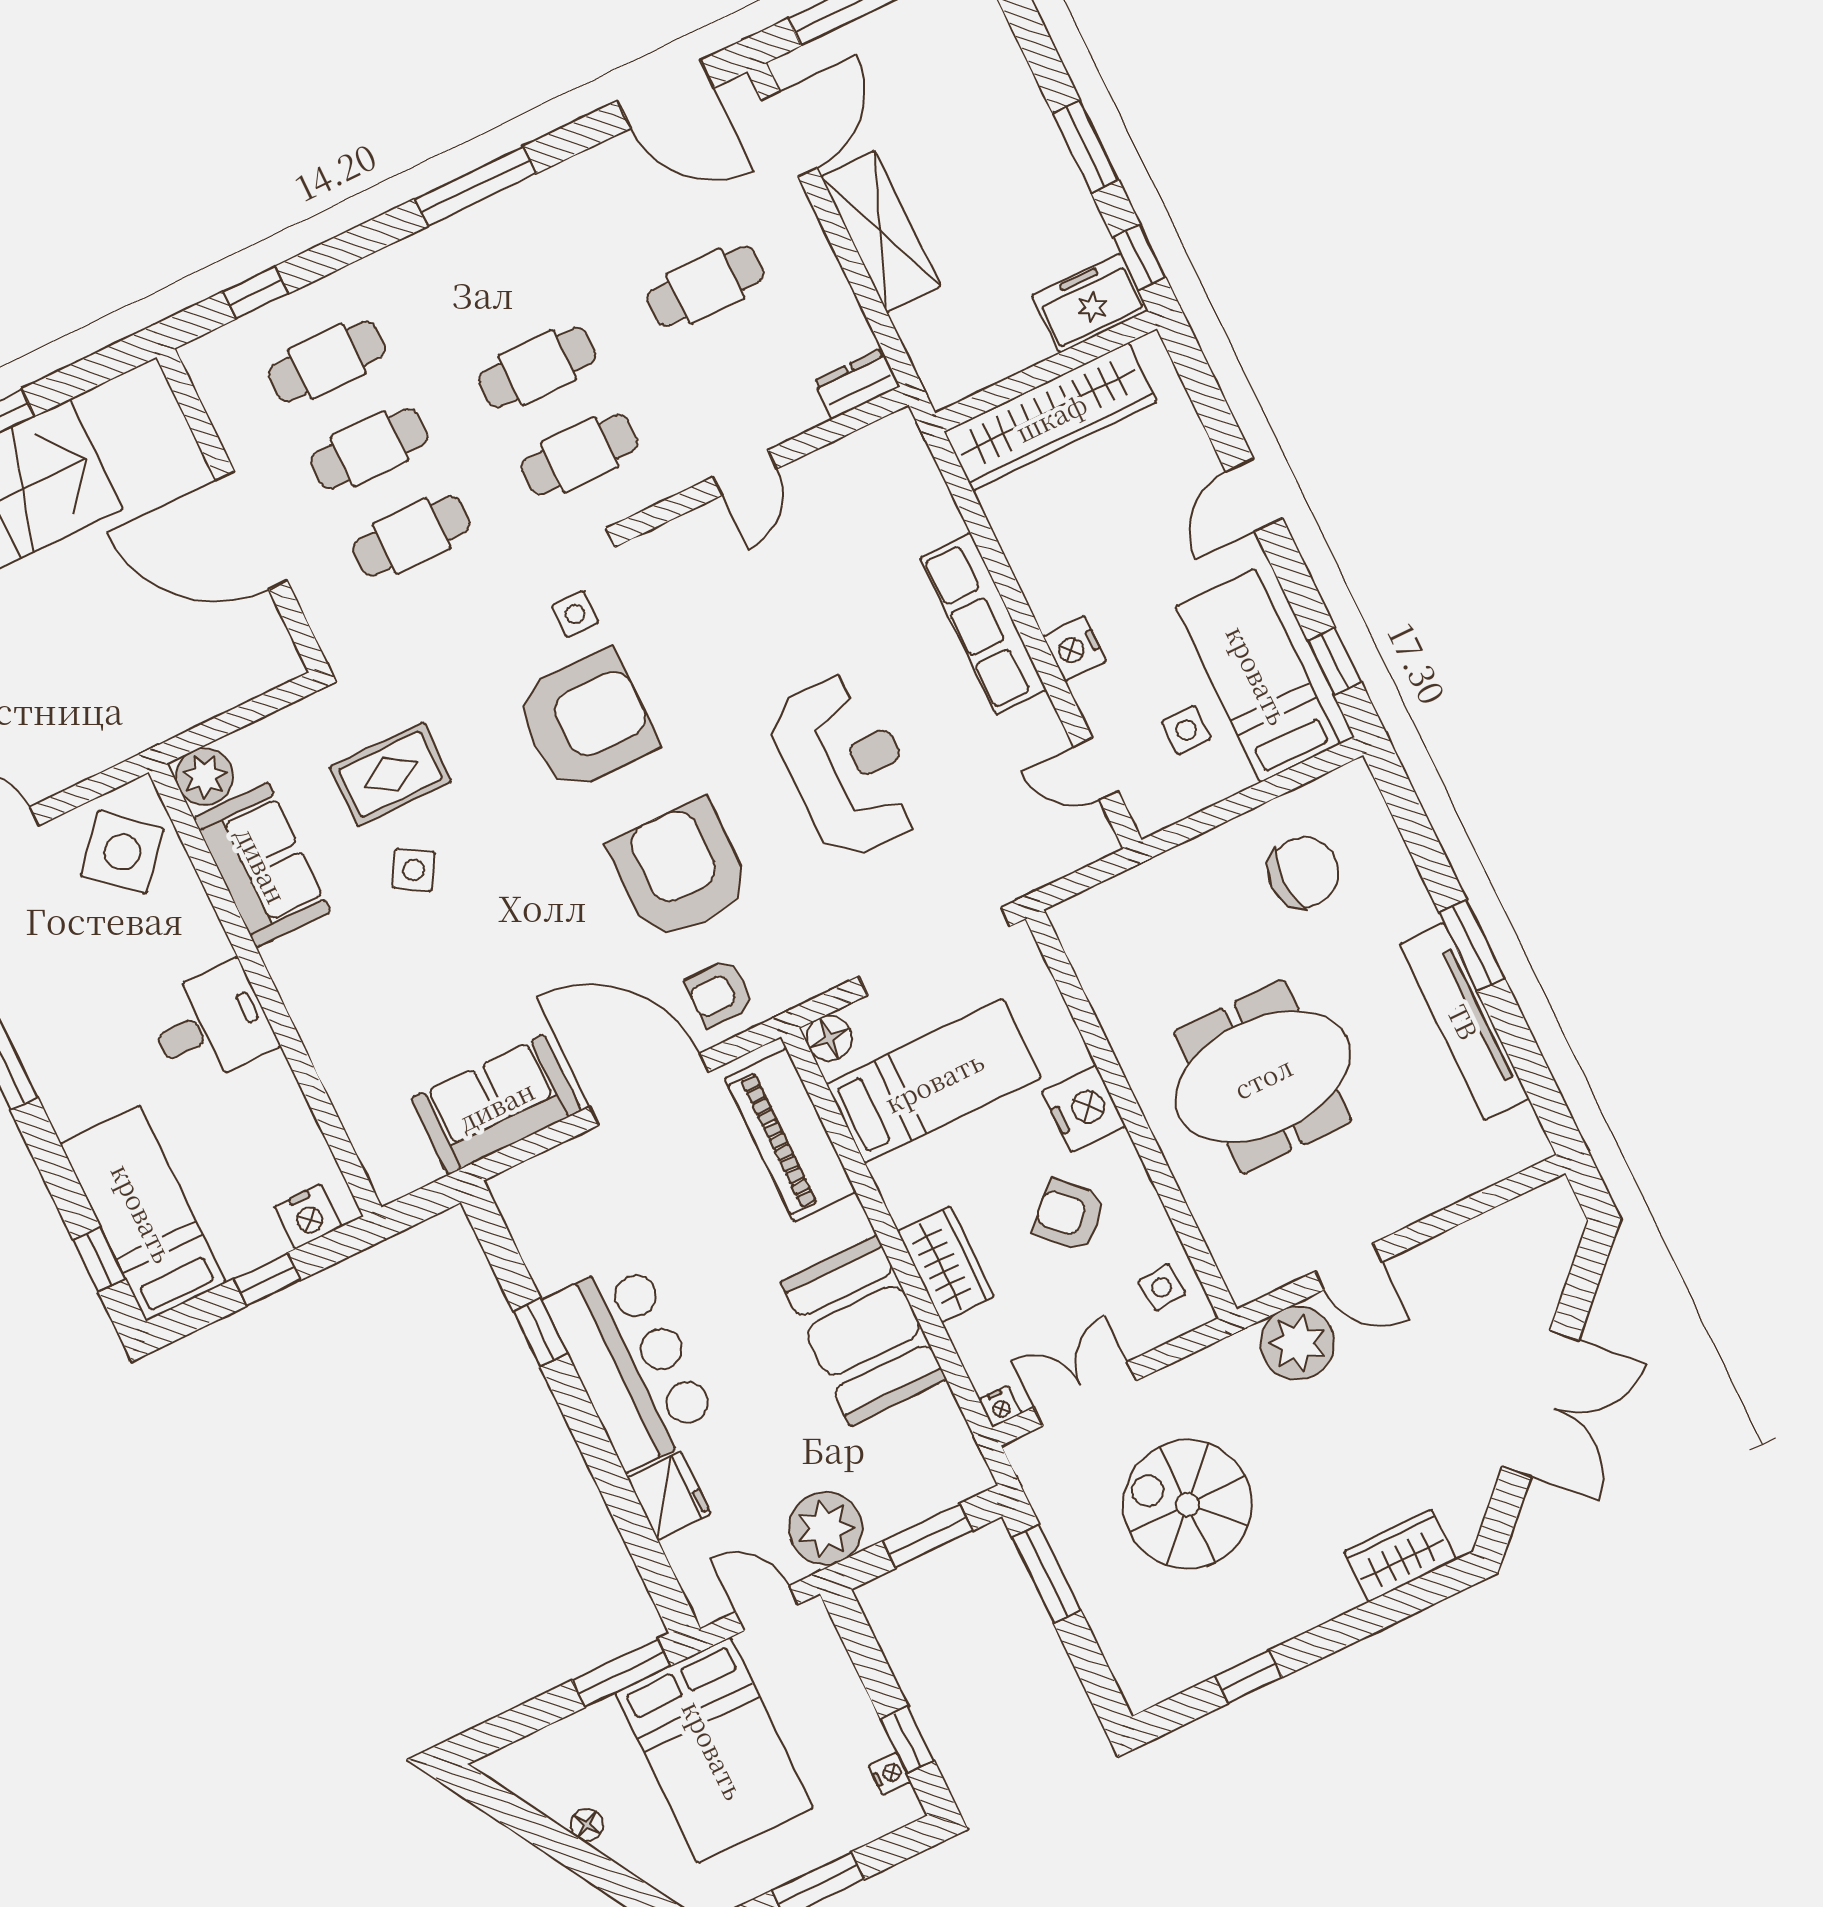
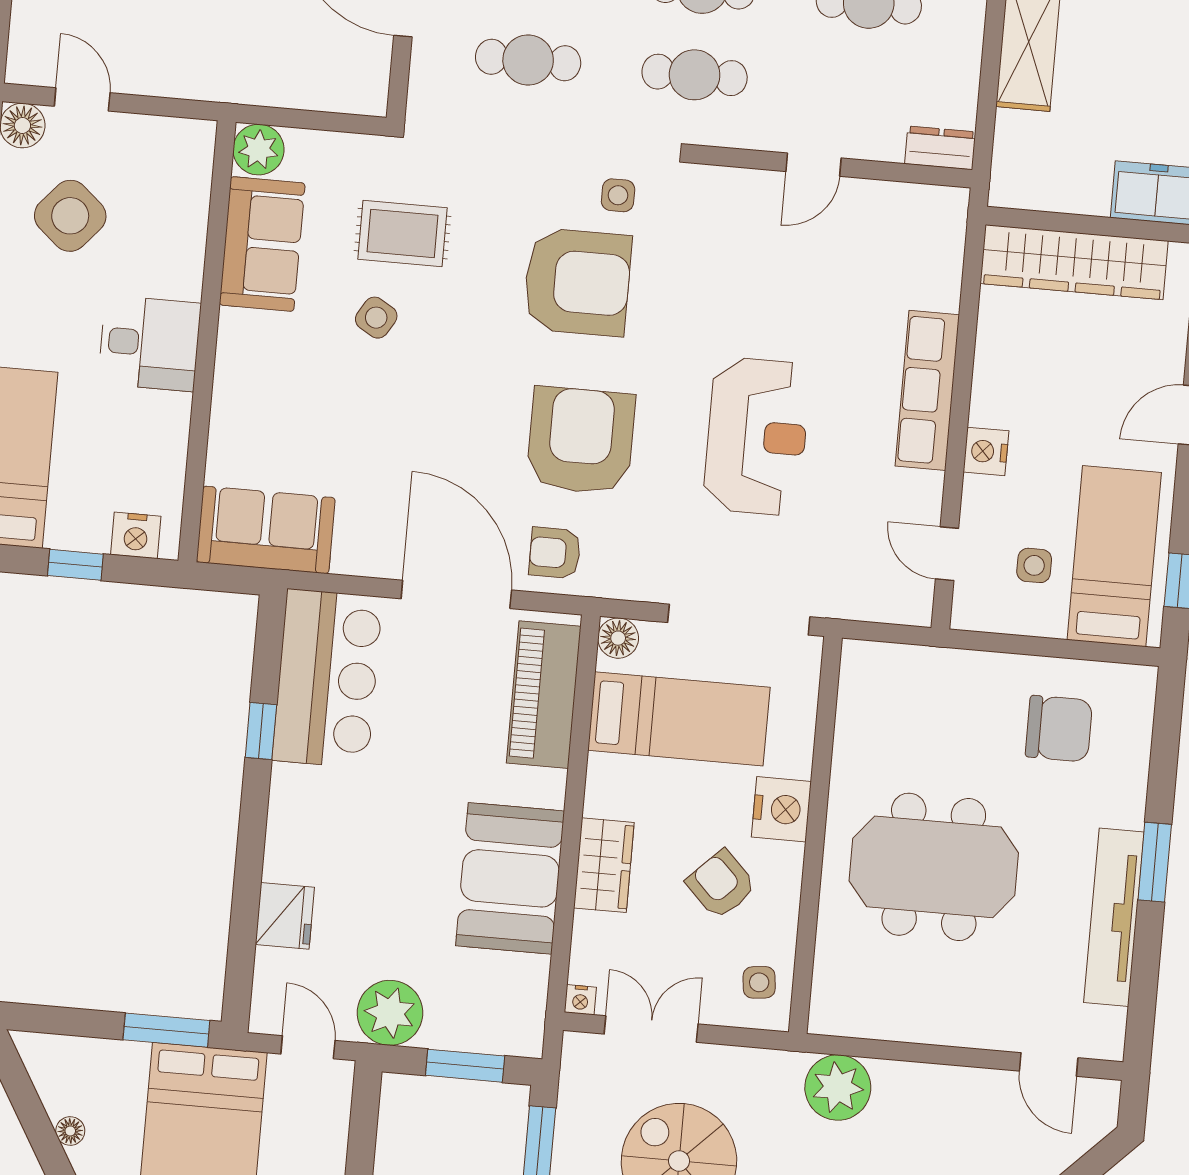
side table: (122, 852) -> (70, 216), moved
sofa: (496, 1105) -> (266, 530), moved
door: (1348, 1267) -> (1049, 1064), moved
bar counter: (631, 1363) -> (327, 679), moved

